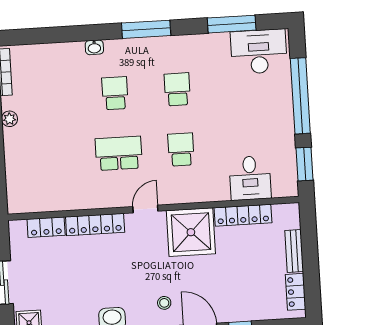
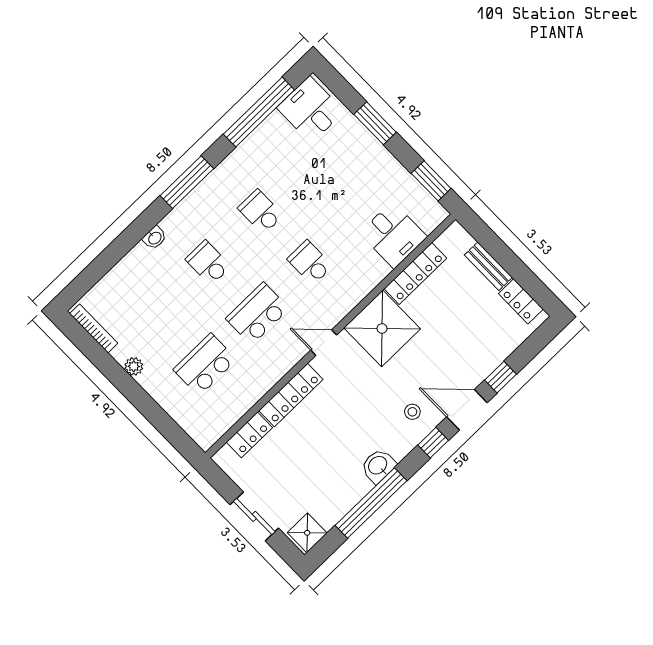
window: (232, 24) -> (259, 112), width x1.46
desk: (259, 52) -> (310, 110), width x0.73
window: (300, 96) -> (375, 123), width x0.47
school desk: (56, 157) -> (205, 365), added
door: (145, 209) -> (324, 343), hinge flipped

